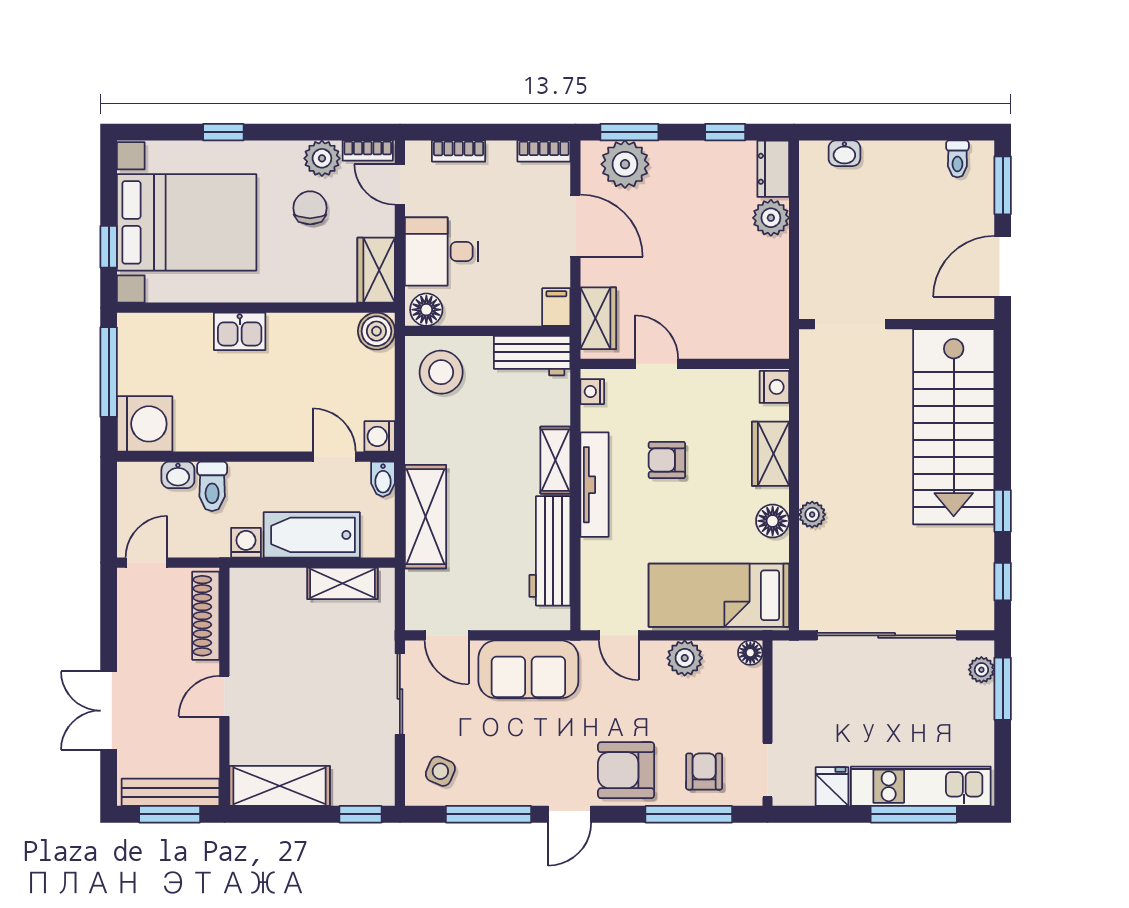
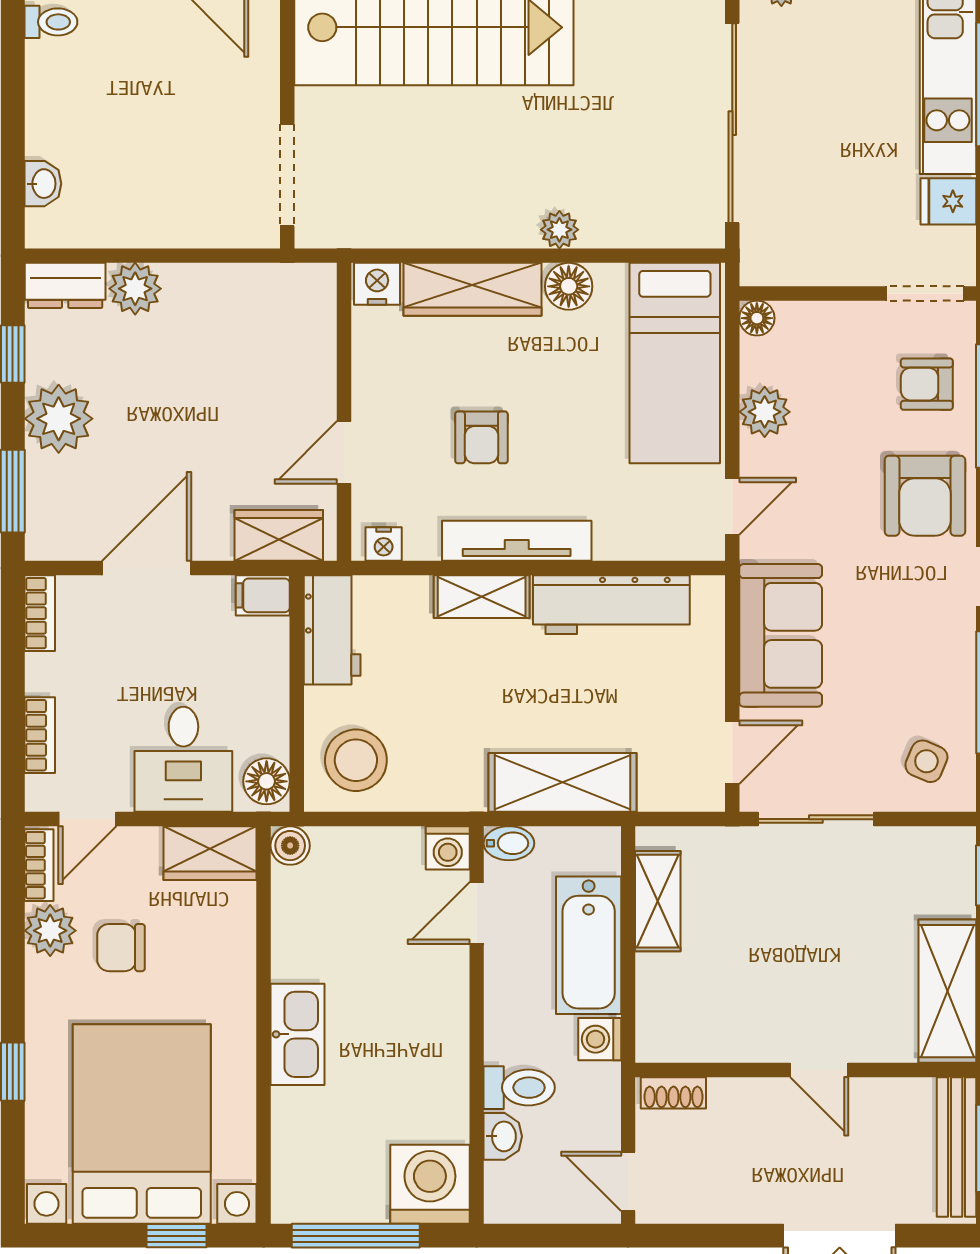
plant: (625, 164) -> (59, 419), moved
kitchen sink: (240, 331) -> (297, 1034), width x1.38
boiler: (376, 331) -> (290, 846), width x0.73, depth x0.73
wardrobe: (770, 454) -> (473, 289), width x1.50
shoe rack: (206, 616) -> (673, 1093), width x0.51, depth x0.81

